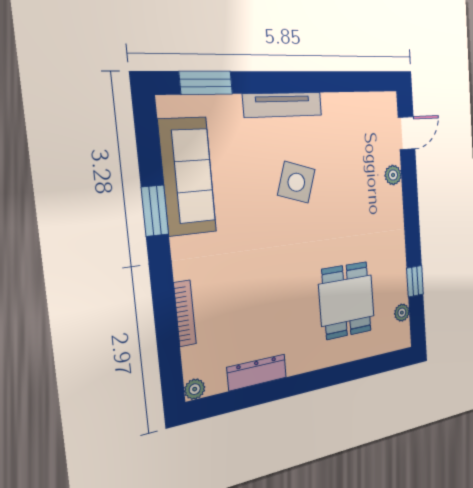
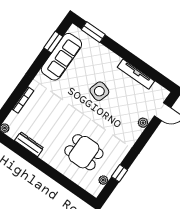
tv unit: (283, 105) -> (136, 74), moved
window: (155, 211) -> (53, 42), moved
dining table: (347, 300) -> (84, 152), turned 90

